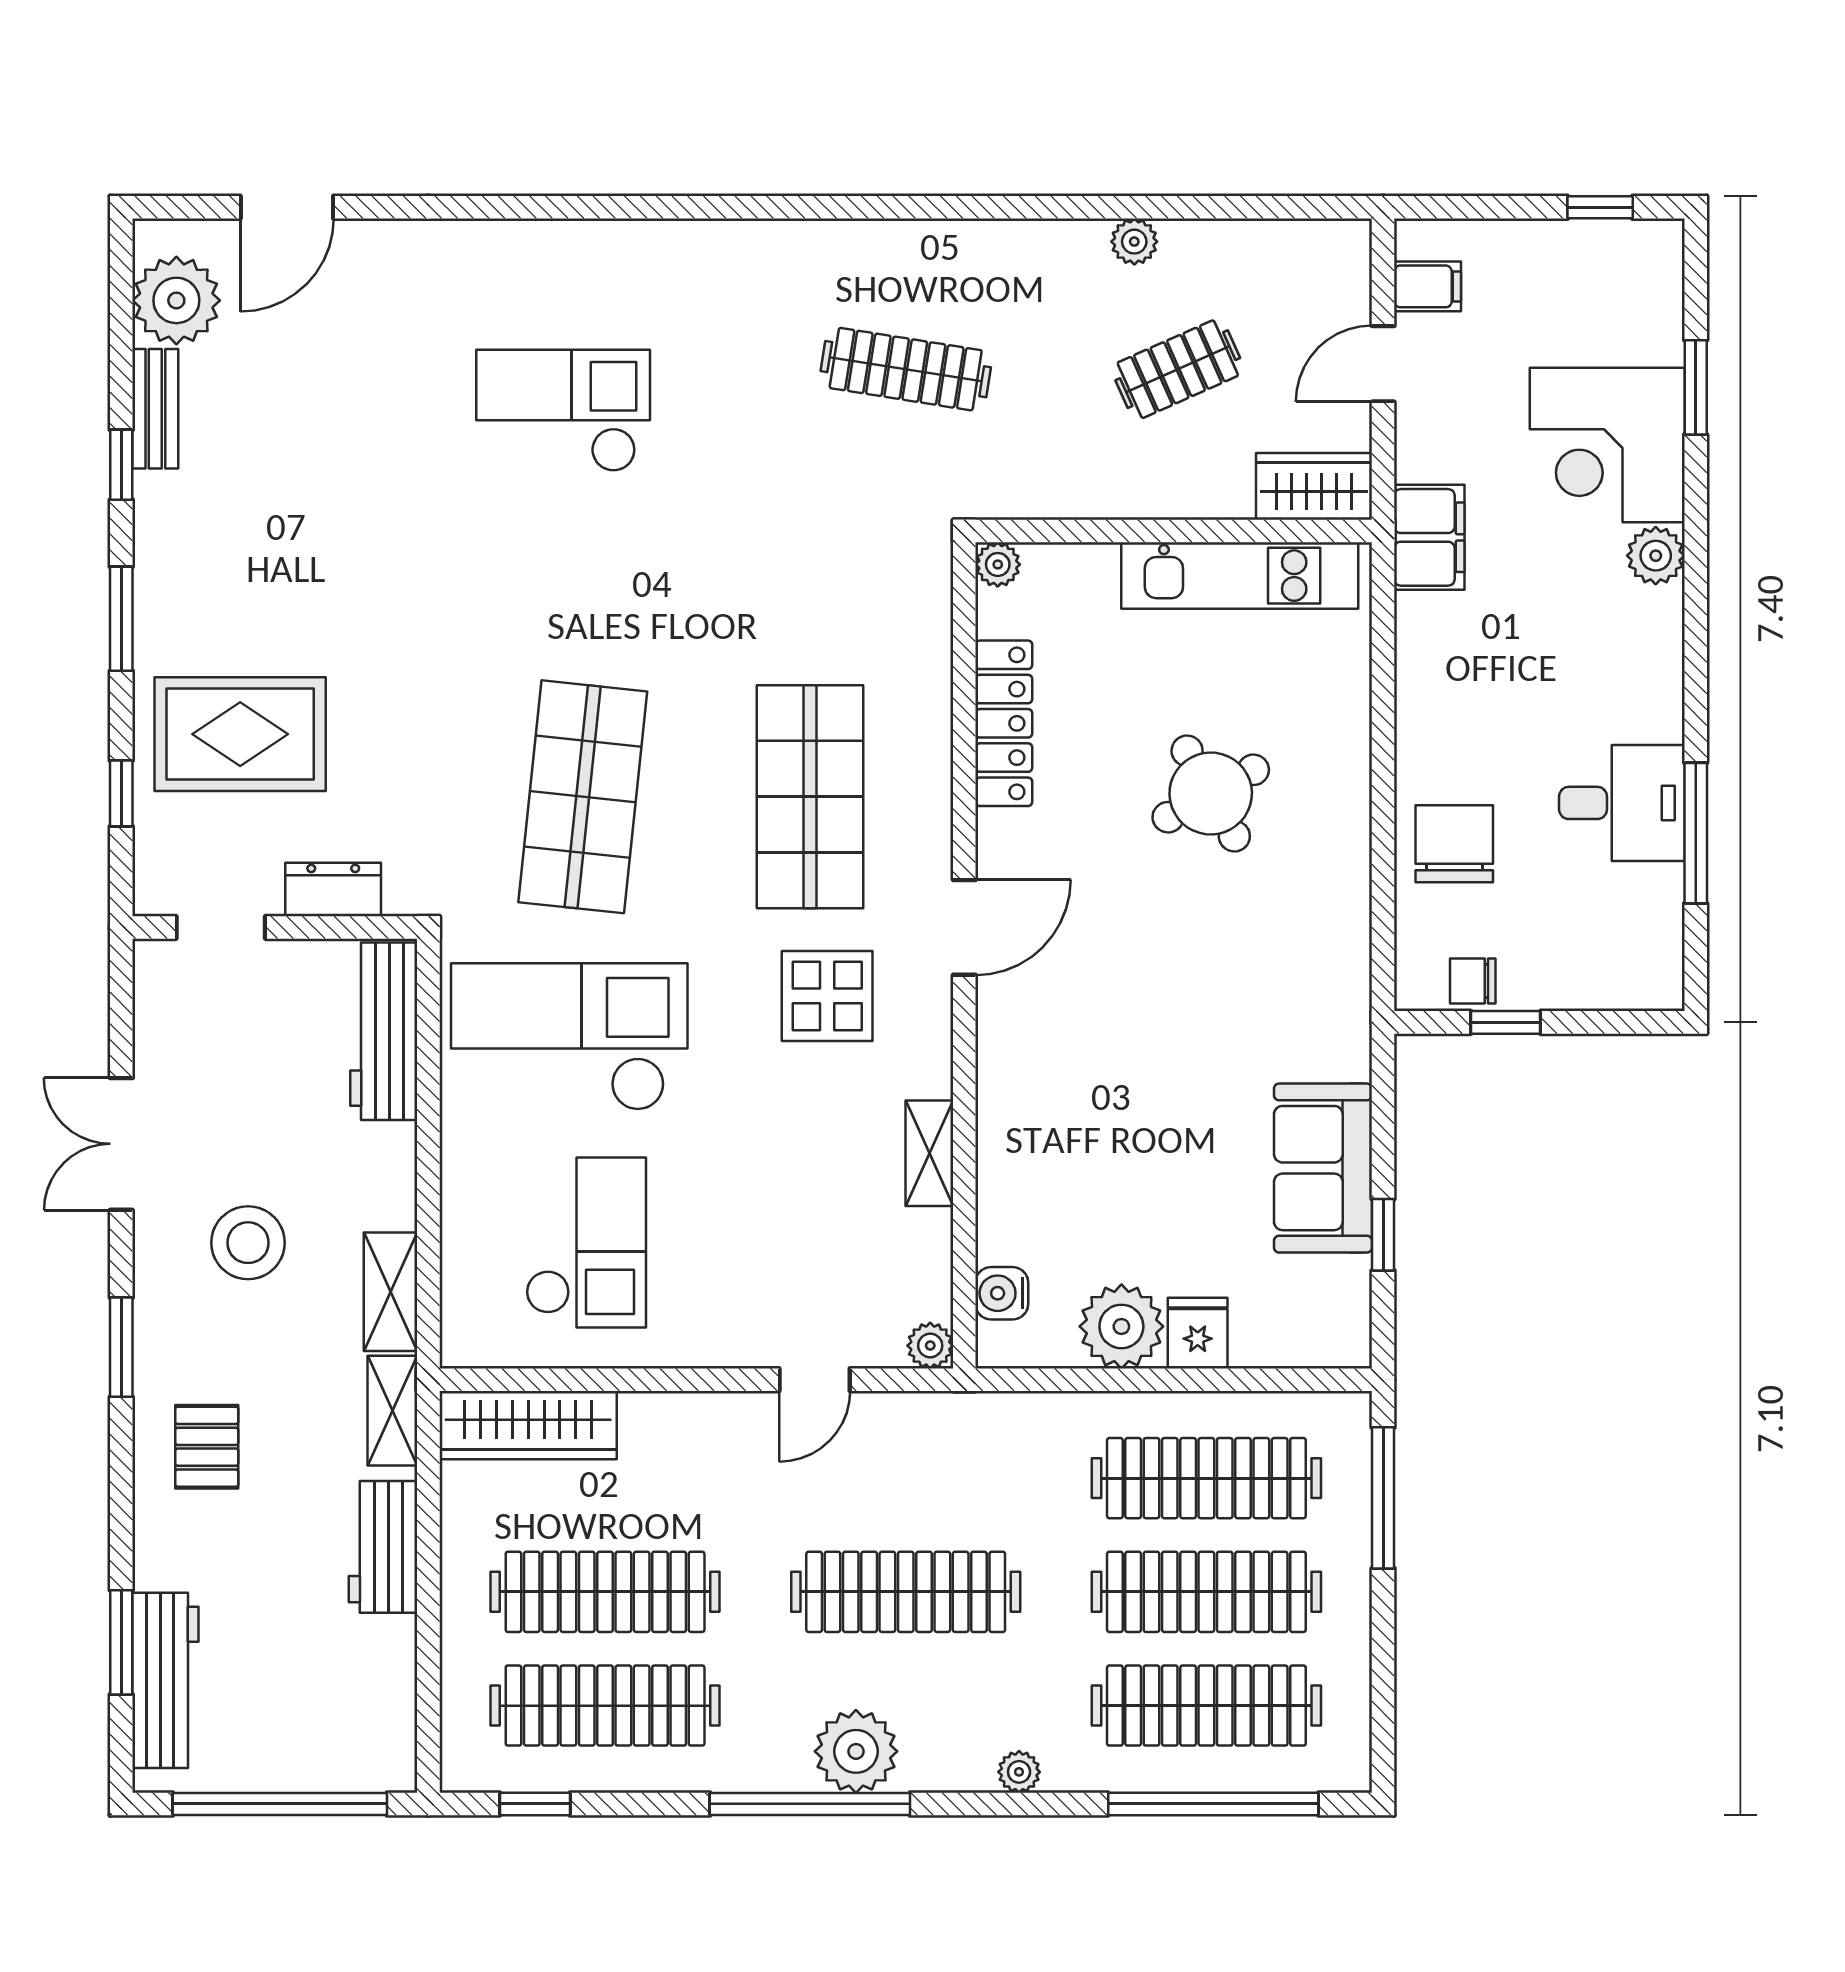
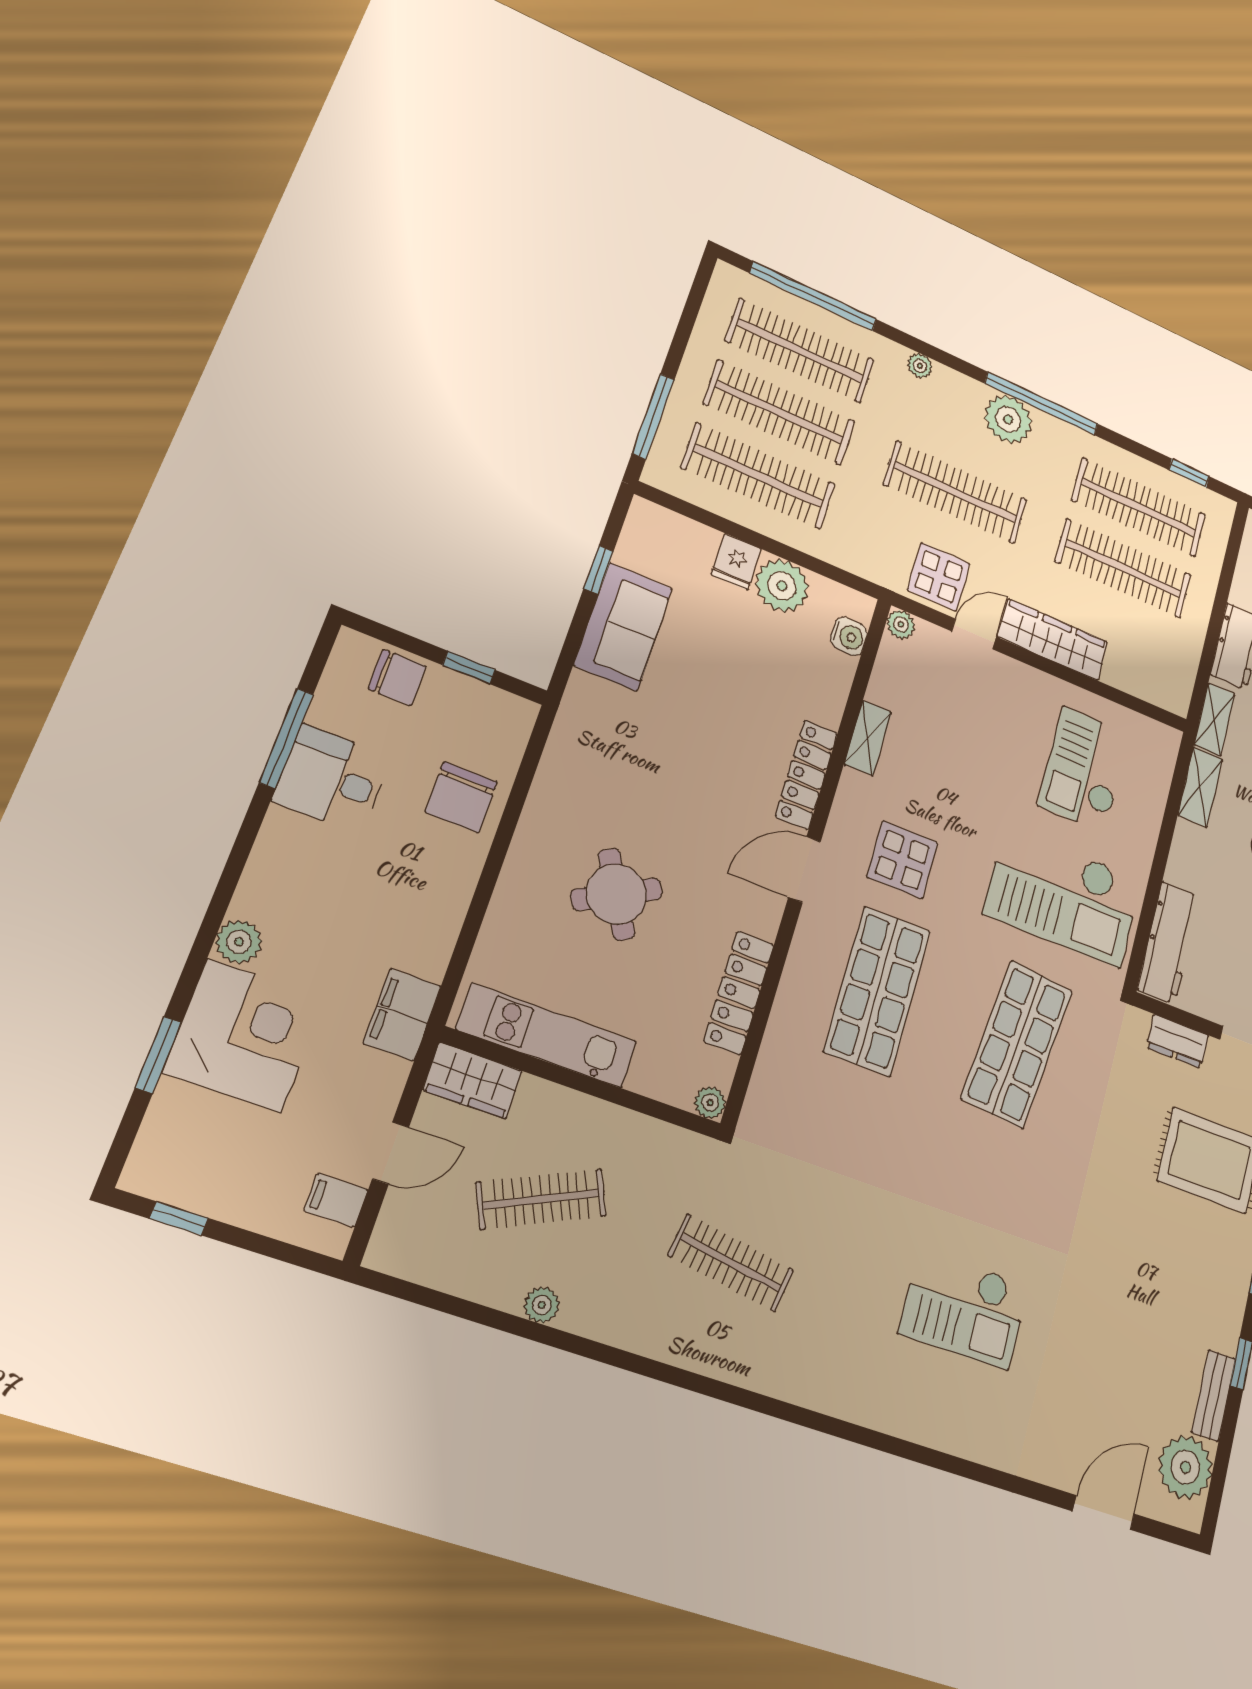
clothes rail: (1178, 369) -> (541, 1199), width x1.36
chair: (1473, 981) -> (397, 678), moved, width x1.37, depth x1.37
locker: (1002, 1063) -> (806, 775), added
wardrobe: (528, 1425) -> (1053, 640), moved
display table: (894, 1445) -> (939, 577), added

